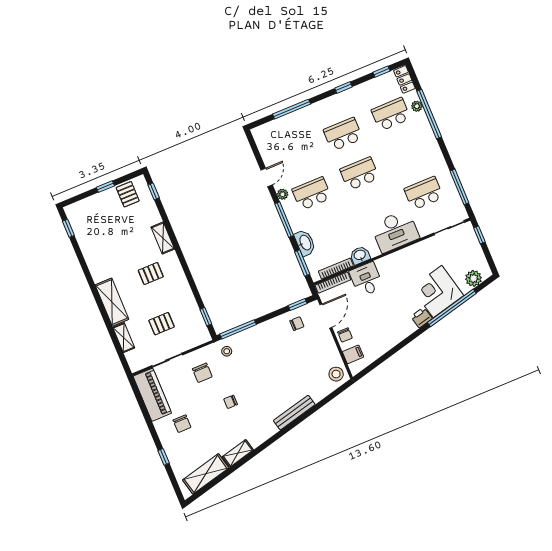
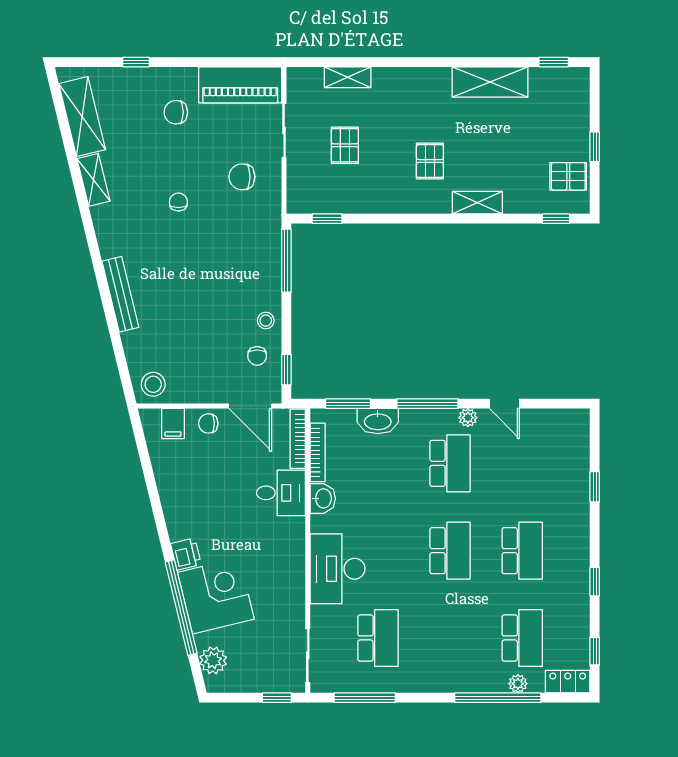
window: (292, 109) -> (595, 487), width x0.46
shelving: (112, 302) -> (490, 82), moved
stool: (227, 351) -> (266, 321), moved

